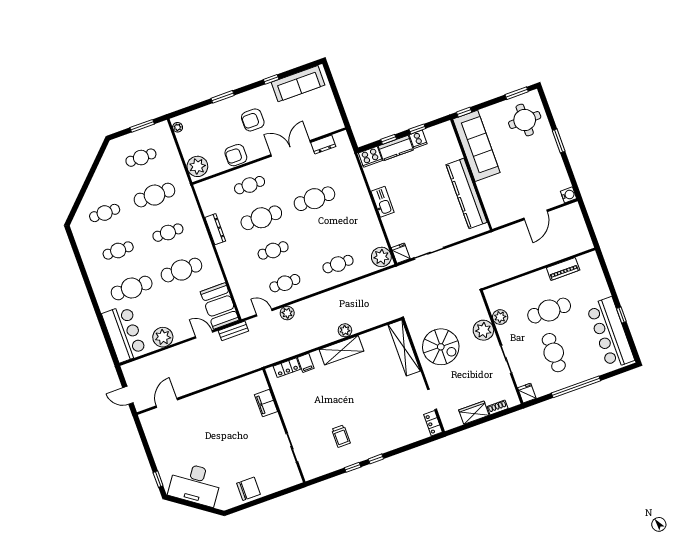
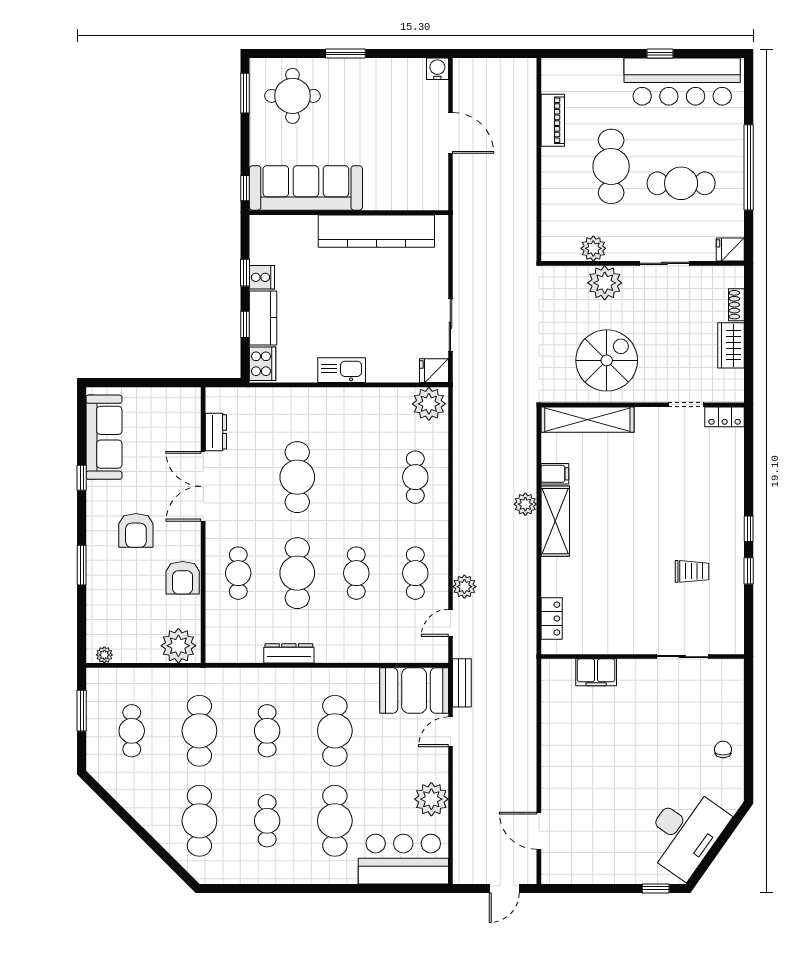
cafe table: (105, 213) -> (199, 821), width x1.37, depth x1.35
filing cabinet: (306, 363) -> (555, 474), moved
chair: (249, 489) -> (723, 749), width x0.54, depth x0.54

